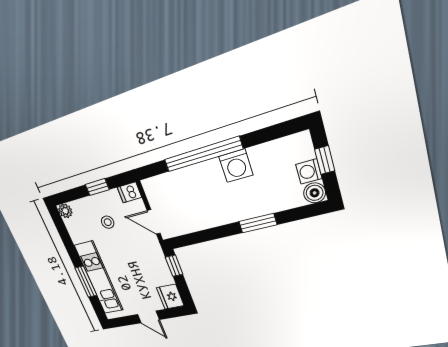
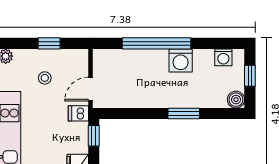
washing machine: (309, 171) -> (223, 57), moved, turned -90
dishwasher: (129, 192) -> (78, 113), moved
door: (154, 222) -> (90, 89), hinge flipped

